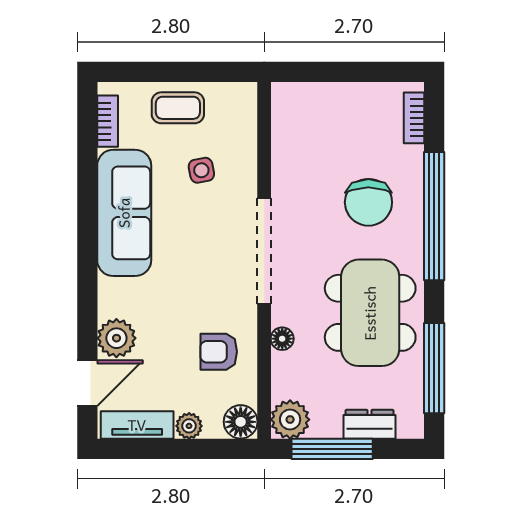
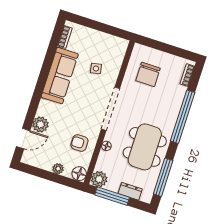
coffee table: (178, 108) -> (95, 41), removed
chair: (368, 202) -> (148, 74), moved
tv unit: (137, 425) -> (38, 162), removed

